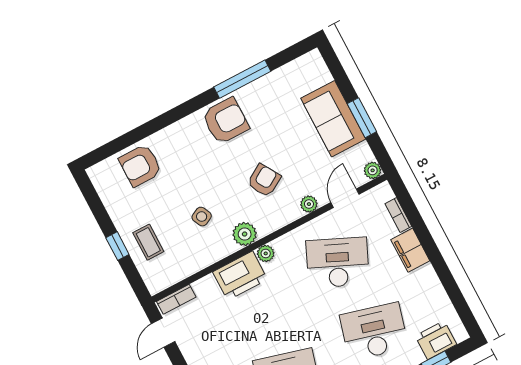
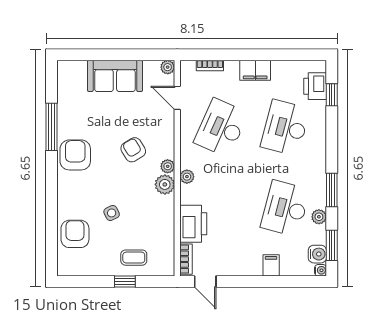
window: (362, 118) -> (125, 55), removed
armchair: (140, 165) -> (75, 234), turned 180
plant: (309, 204) -> (168, 166), moved
side table: (202, 217) -> (112, 213), moved
filing cabinet: (410, 250) -> (255, 70), moved
printer: (240, 276) -> (193, 224), moved

